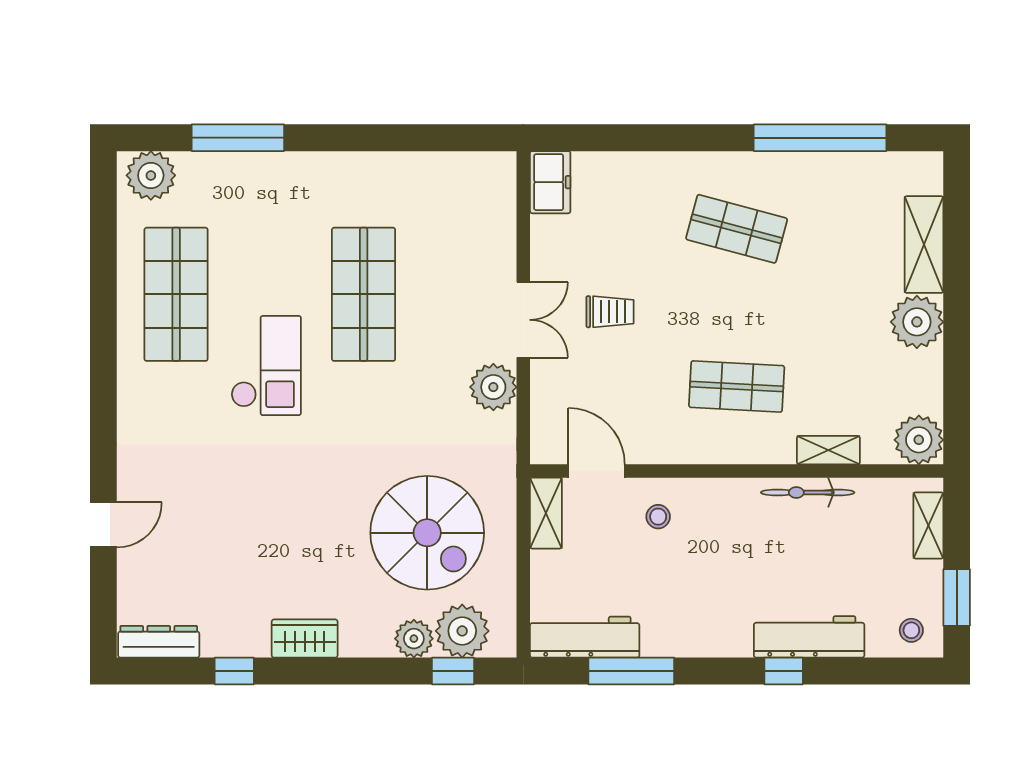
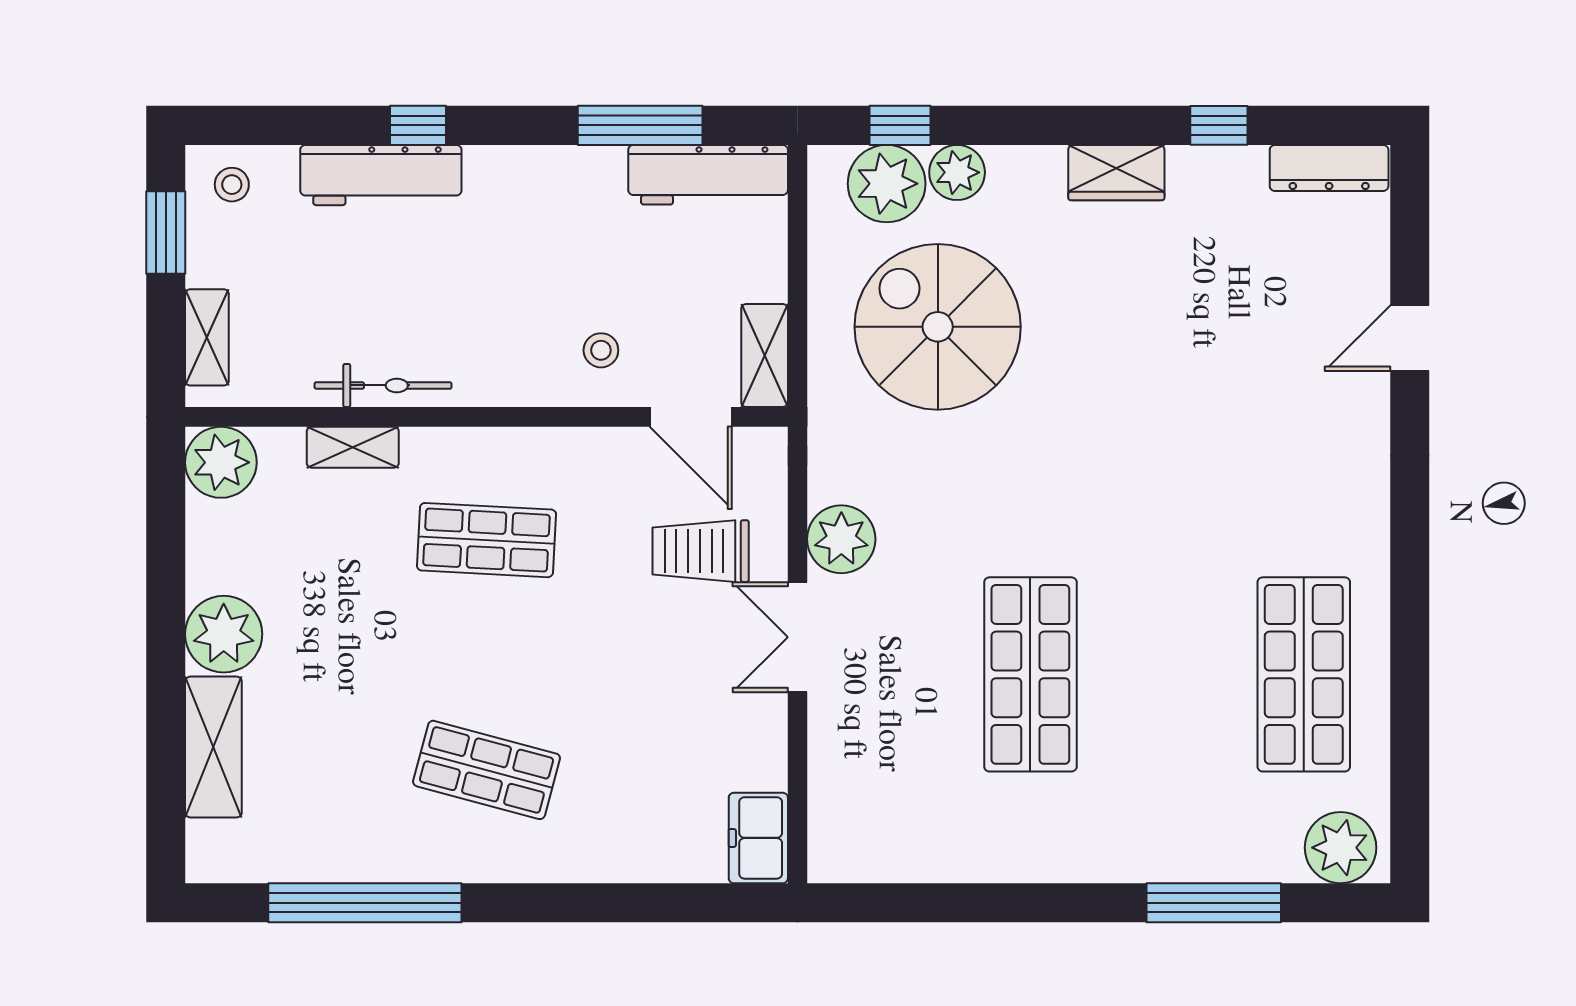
trolley: (610, 312) -> (701, 551), moved, width x1.36, depth x1.39
checkout: (266, 366) -> (1173, 571), removed

